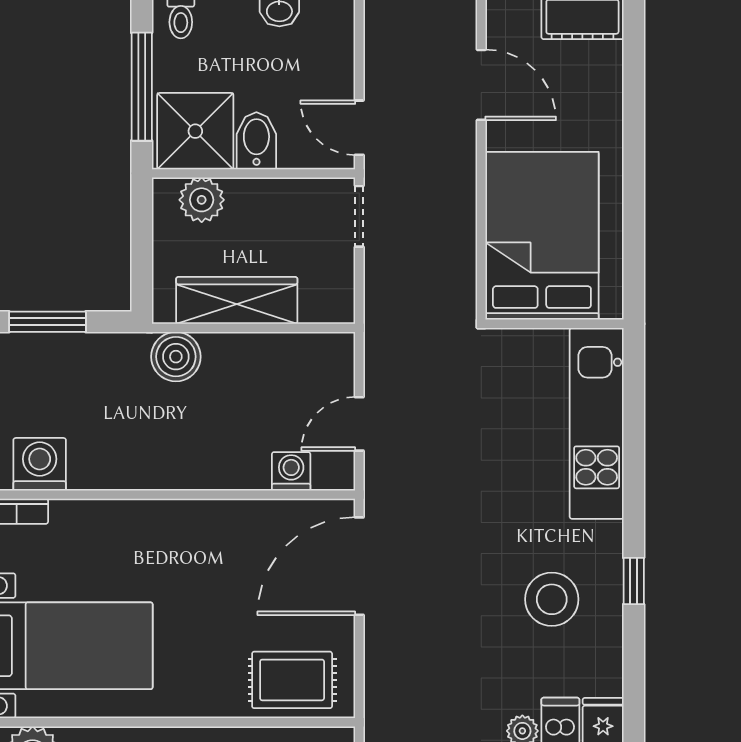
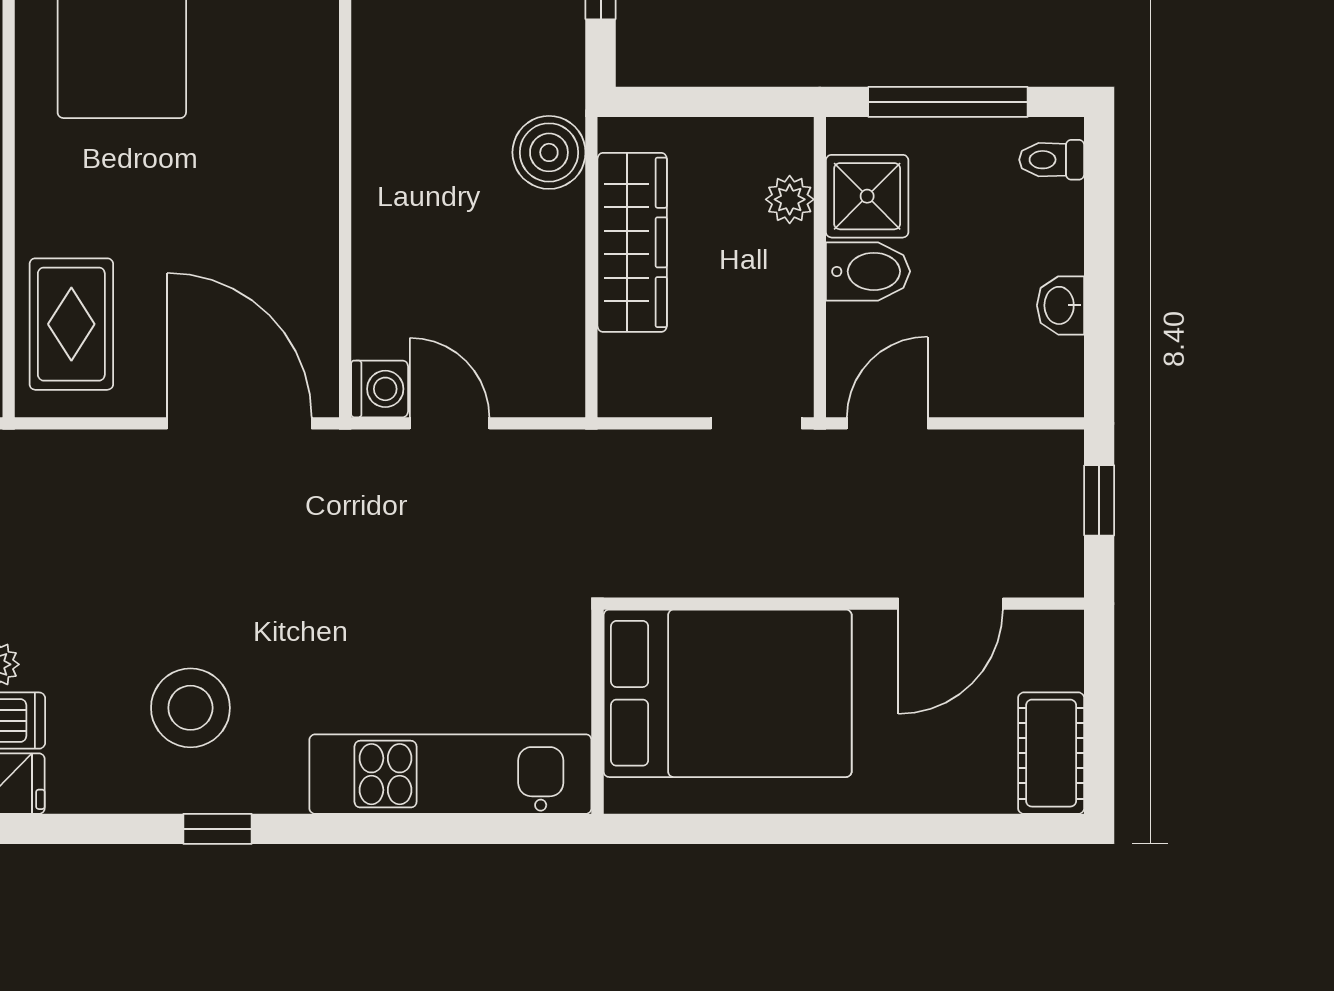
shower: (195, 131) -> (867, 196), width x0.73, depth x0.73
plant: (202, 200) -> (790, 199), width x0.73, depth x0.73
washing machine: (291, 471) -> (380, 389), moved

